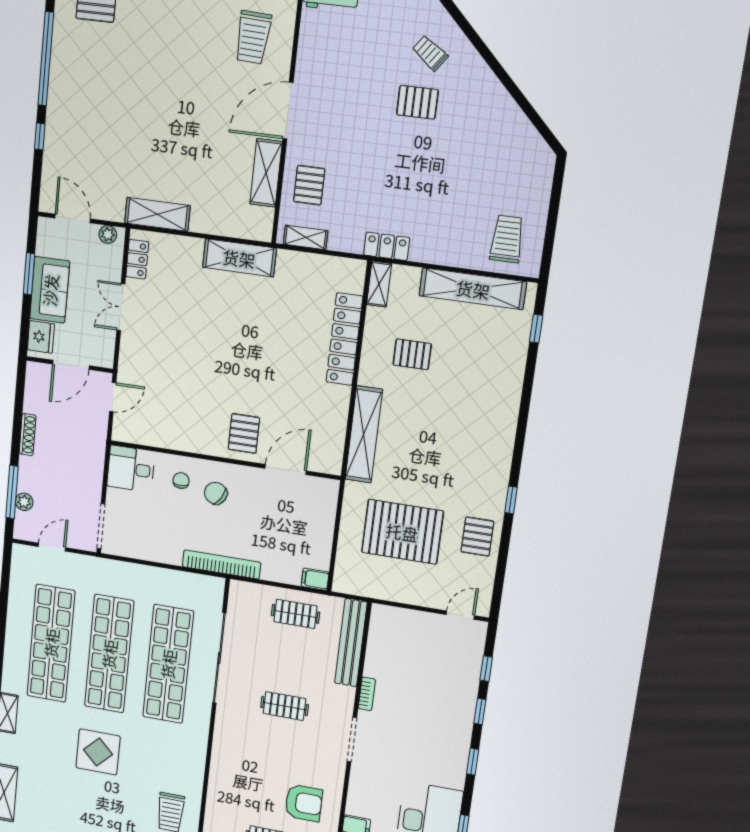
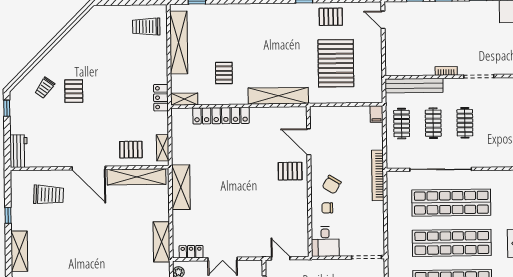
shelving: (266, 173) -> (136, 177), width x1.47
clothes rail: (290, 660) -> (433, 123), added

